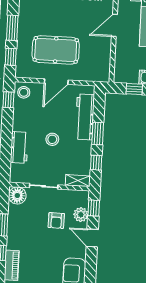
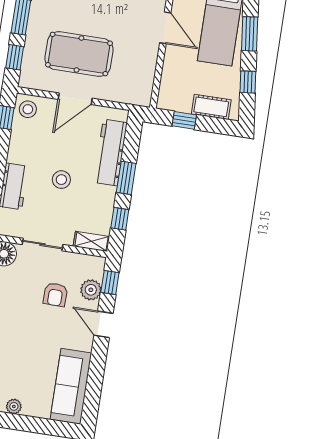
door: (114, 25) -> (165, 28), swing flipped

